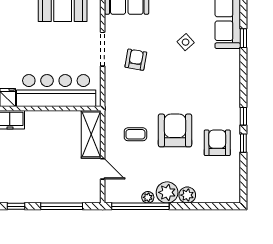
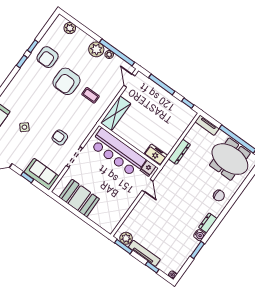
armchair: (136, 60) -> (60, 138), turned 80
door: (103, 169) -> (129, 81), moved
plant: (187, 195) -> (70, 28), moved

